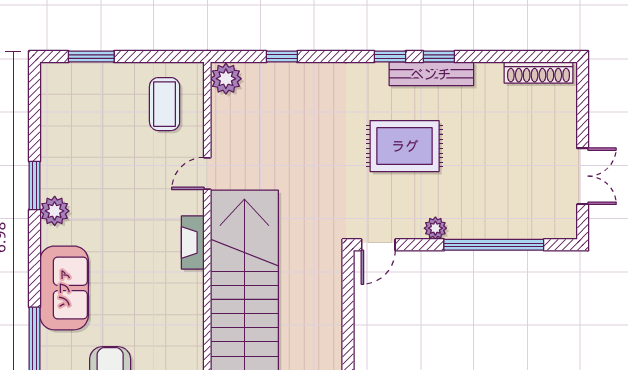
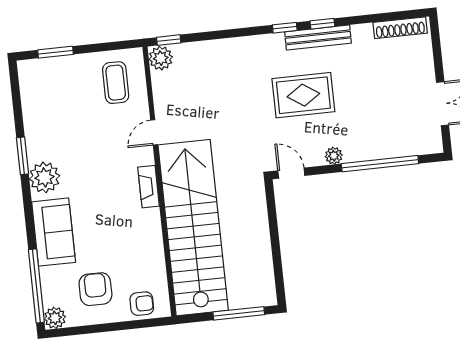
window: (282, 57) -> (169, 40), moved
plant: (55, 211) -> (44, 177), width x1.36, depth x1.36
door: (378, 245) -> (291, 173), swing flipped

